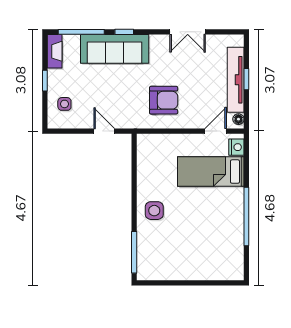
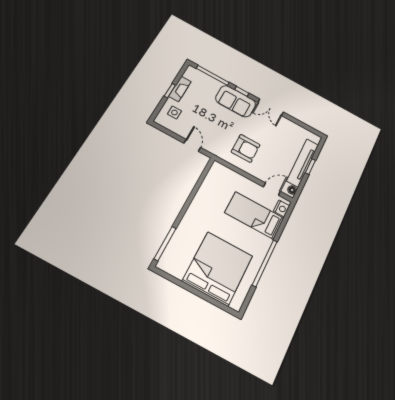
double door: (188, 32) -> (271, 107), moved
sofa: (115, 49) -> (236, 101), width x0.73
fireplace: (55, 51) -> (180, 89), moved
side table: (154, 211) -> (198, 221), removed
bed: (200, 248) -> (218, 269), added

